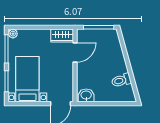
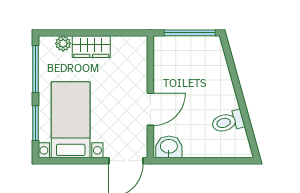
plant: (13, 34) -> (63, 43), moved
wardrobe: (62, 35) -> (91, 47), moved
door: (75, 52) -> (150, 109), moved

